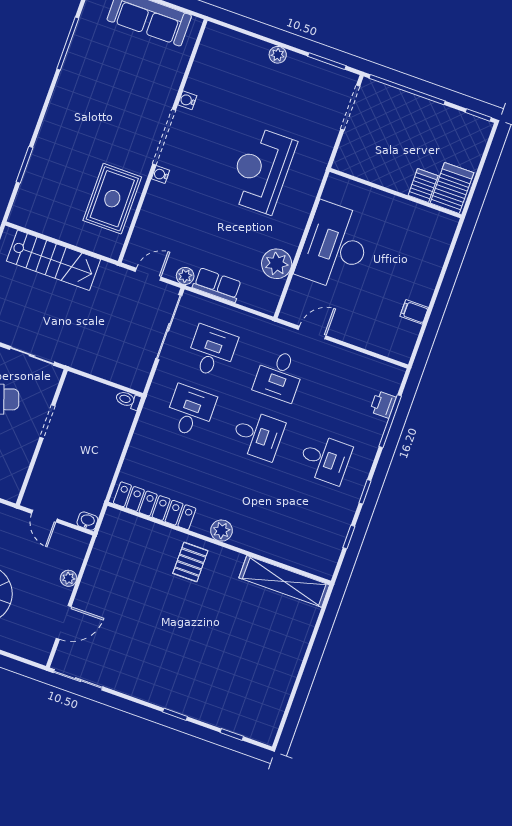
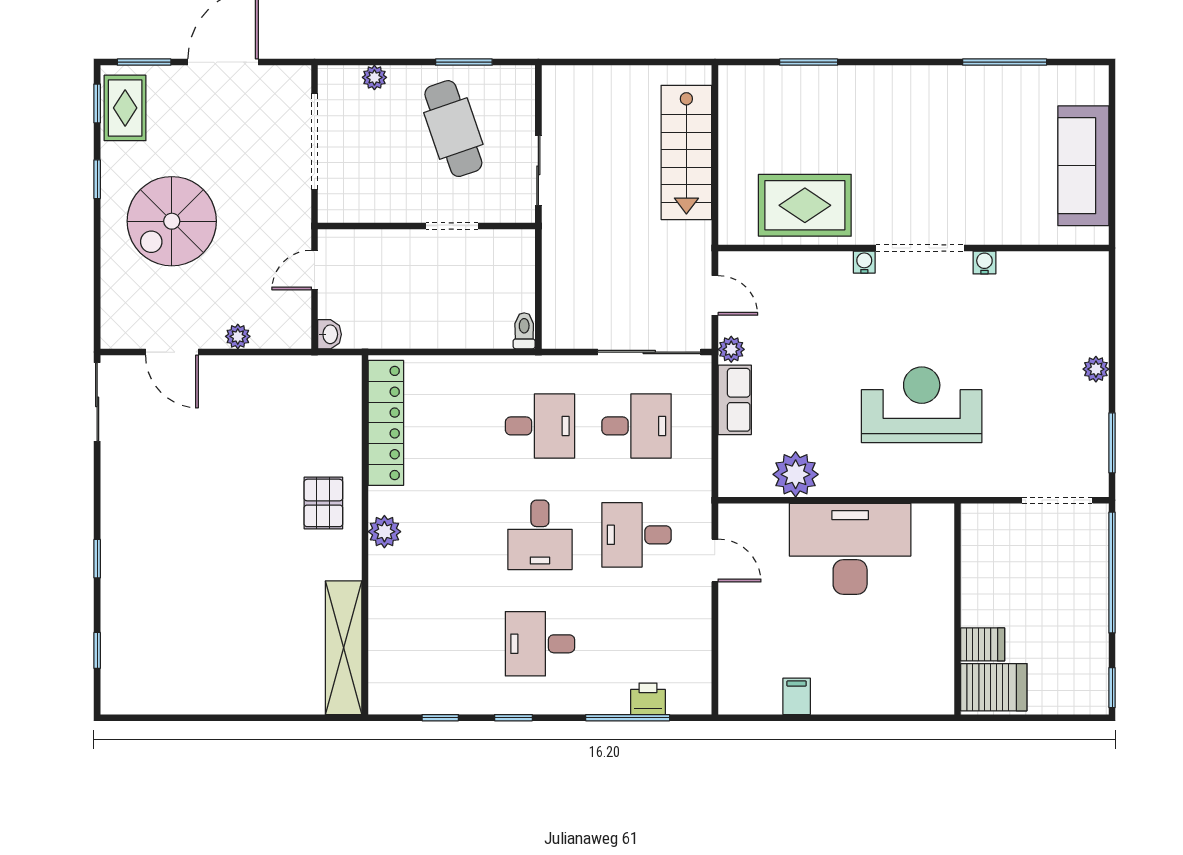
desk: (325, 459) -> (540, 644), turned 90
pallet: (190, 562) -> (323, 503), turned 90

